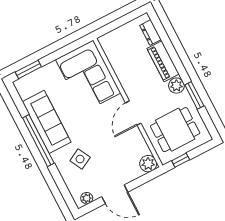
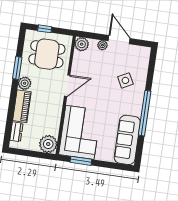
plant: (111, 43) -> (48, 144), added
window: (28, 69) -> (81, 161), moved
sofa: (47, 122) -> (127, 140), moved
window: (181, 160) -> (45, 29), moved
plant: (87, 198) -> (102, 45), moved

